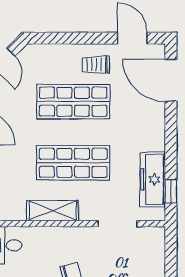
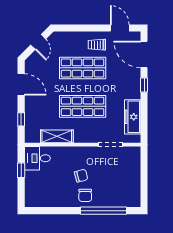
window: (171, 191) -> (144, 85), moved
shelving: (53, 211) -> (57, 136), moved

